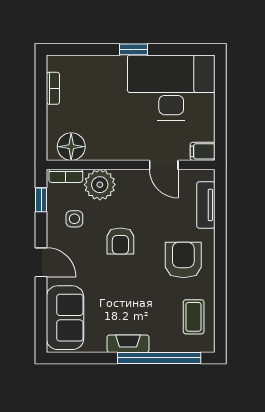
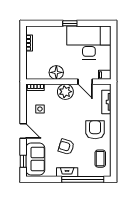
floor lamp: (71, 147) -> (56, 72), moved
plant: (100, 185) -> (65, 92), moved
window: (41, 200) -> (23, 161), moved
armchair: (120, 241) -> (66, 147), moved, turned 107

